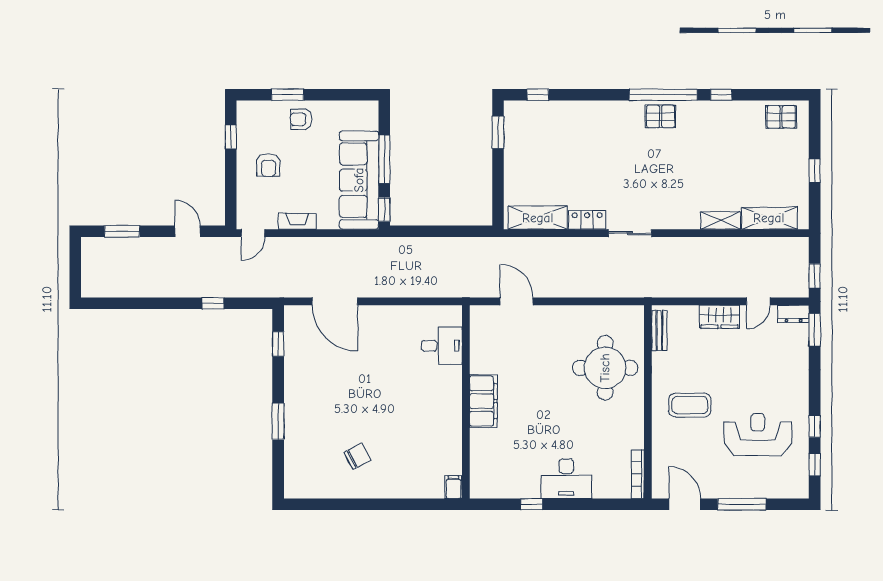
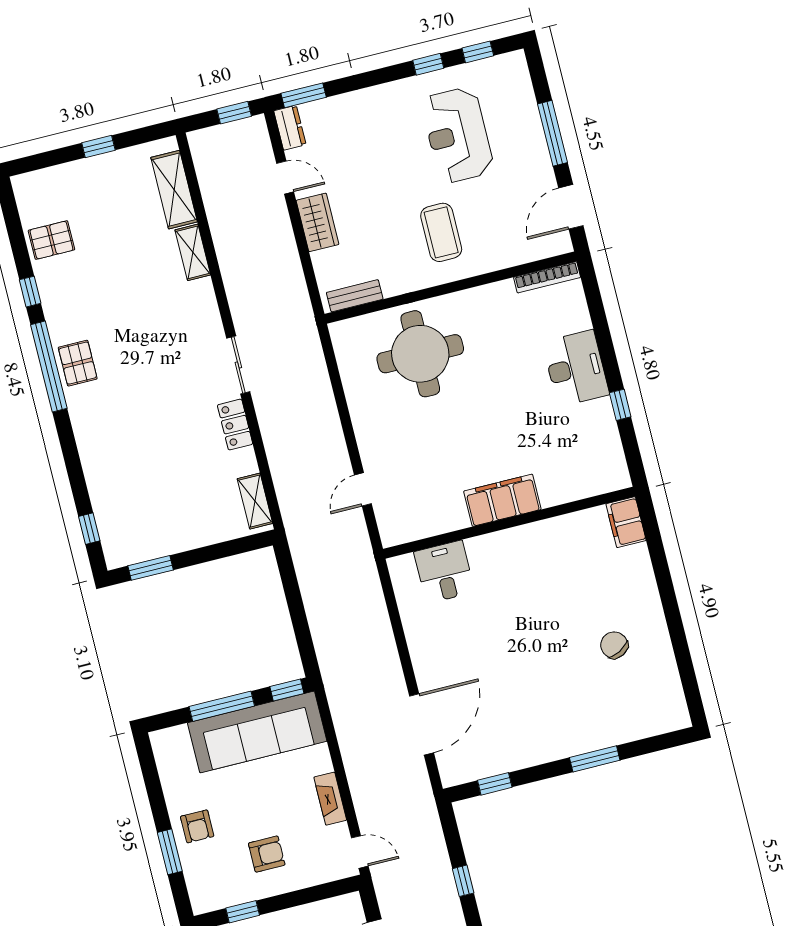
pallet: (781, 117) -> (51, 240), moved, turned 90
shelving: (538, 218) -> (255, 501), width x0.67, depth x0.75
door: (517, 301) -> (363, 489), width x0.73
filing cabinet: (453, 487) -> (626, 522), width x2.00

